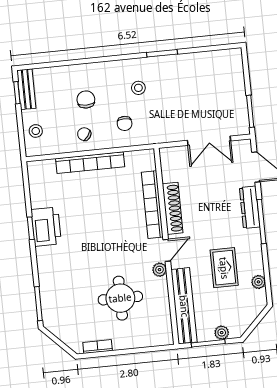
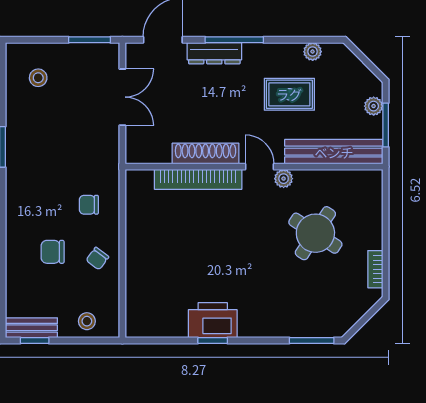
stool: (138, 88) -> (38, 78), moved
chair: (125, 123) -> (89, 205), turned 180
bookcase: (90, 163) -> (135, 255), removed
round table: (120, 298) -> (315, 233), turned 33

